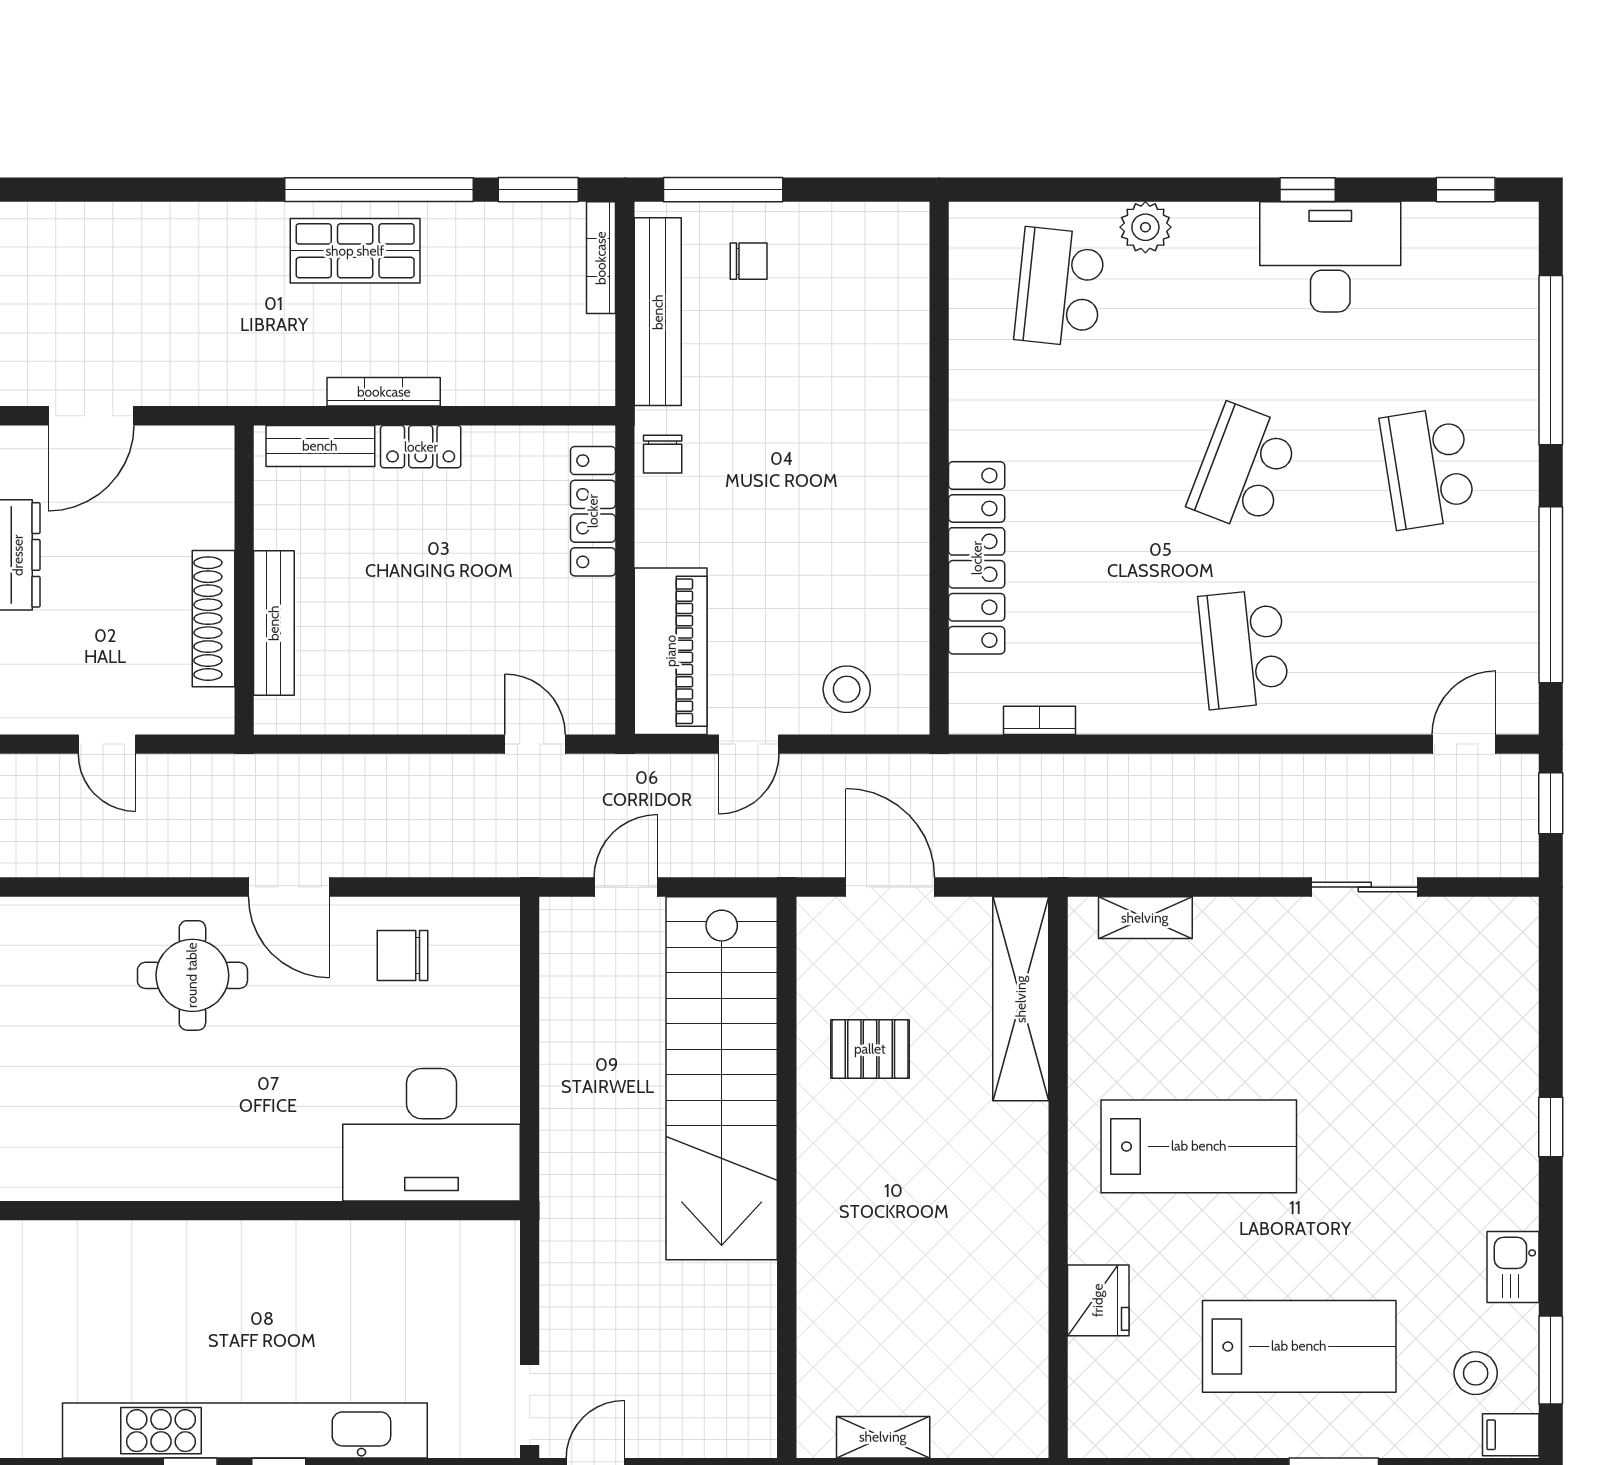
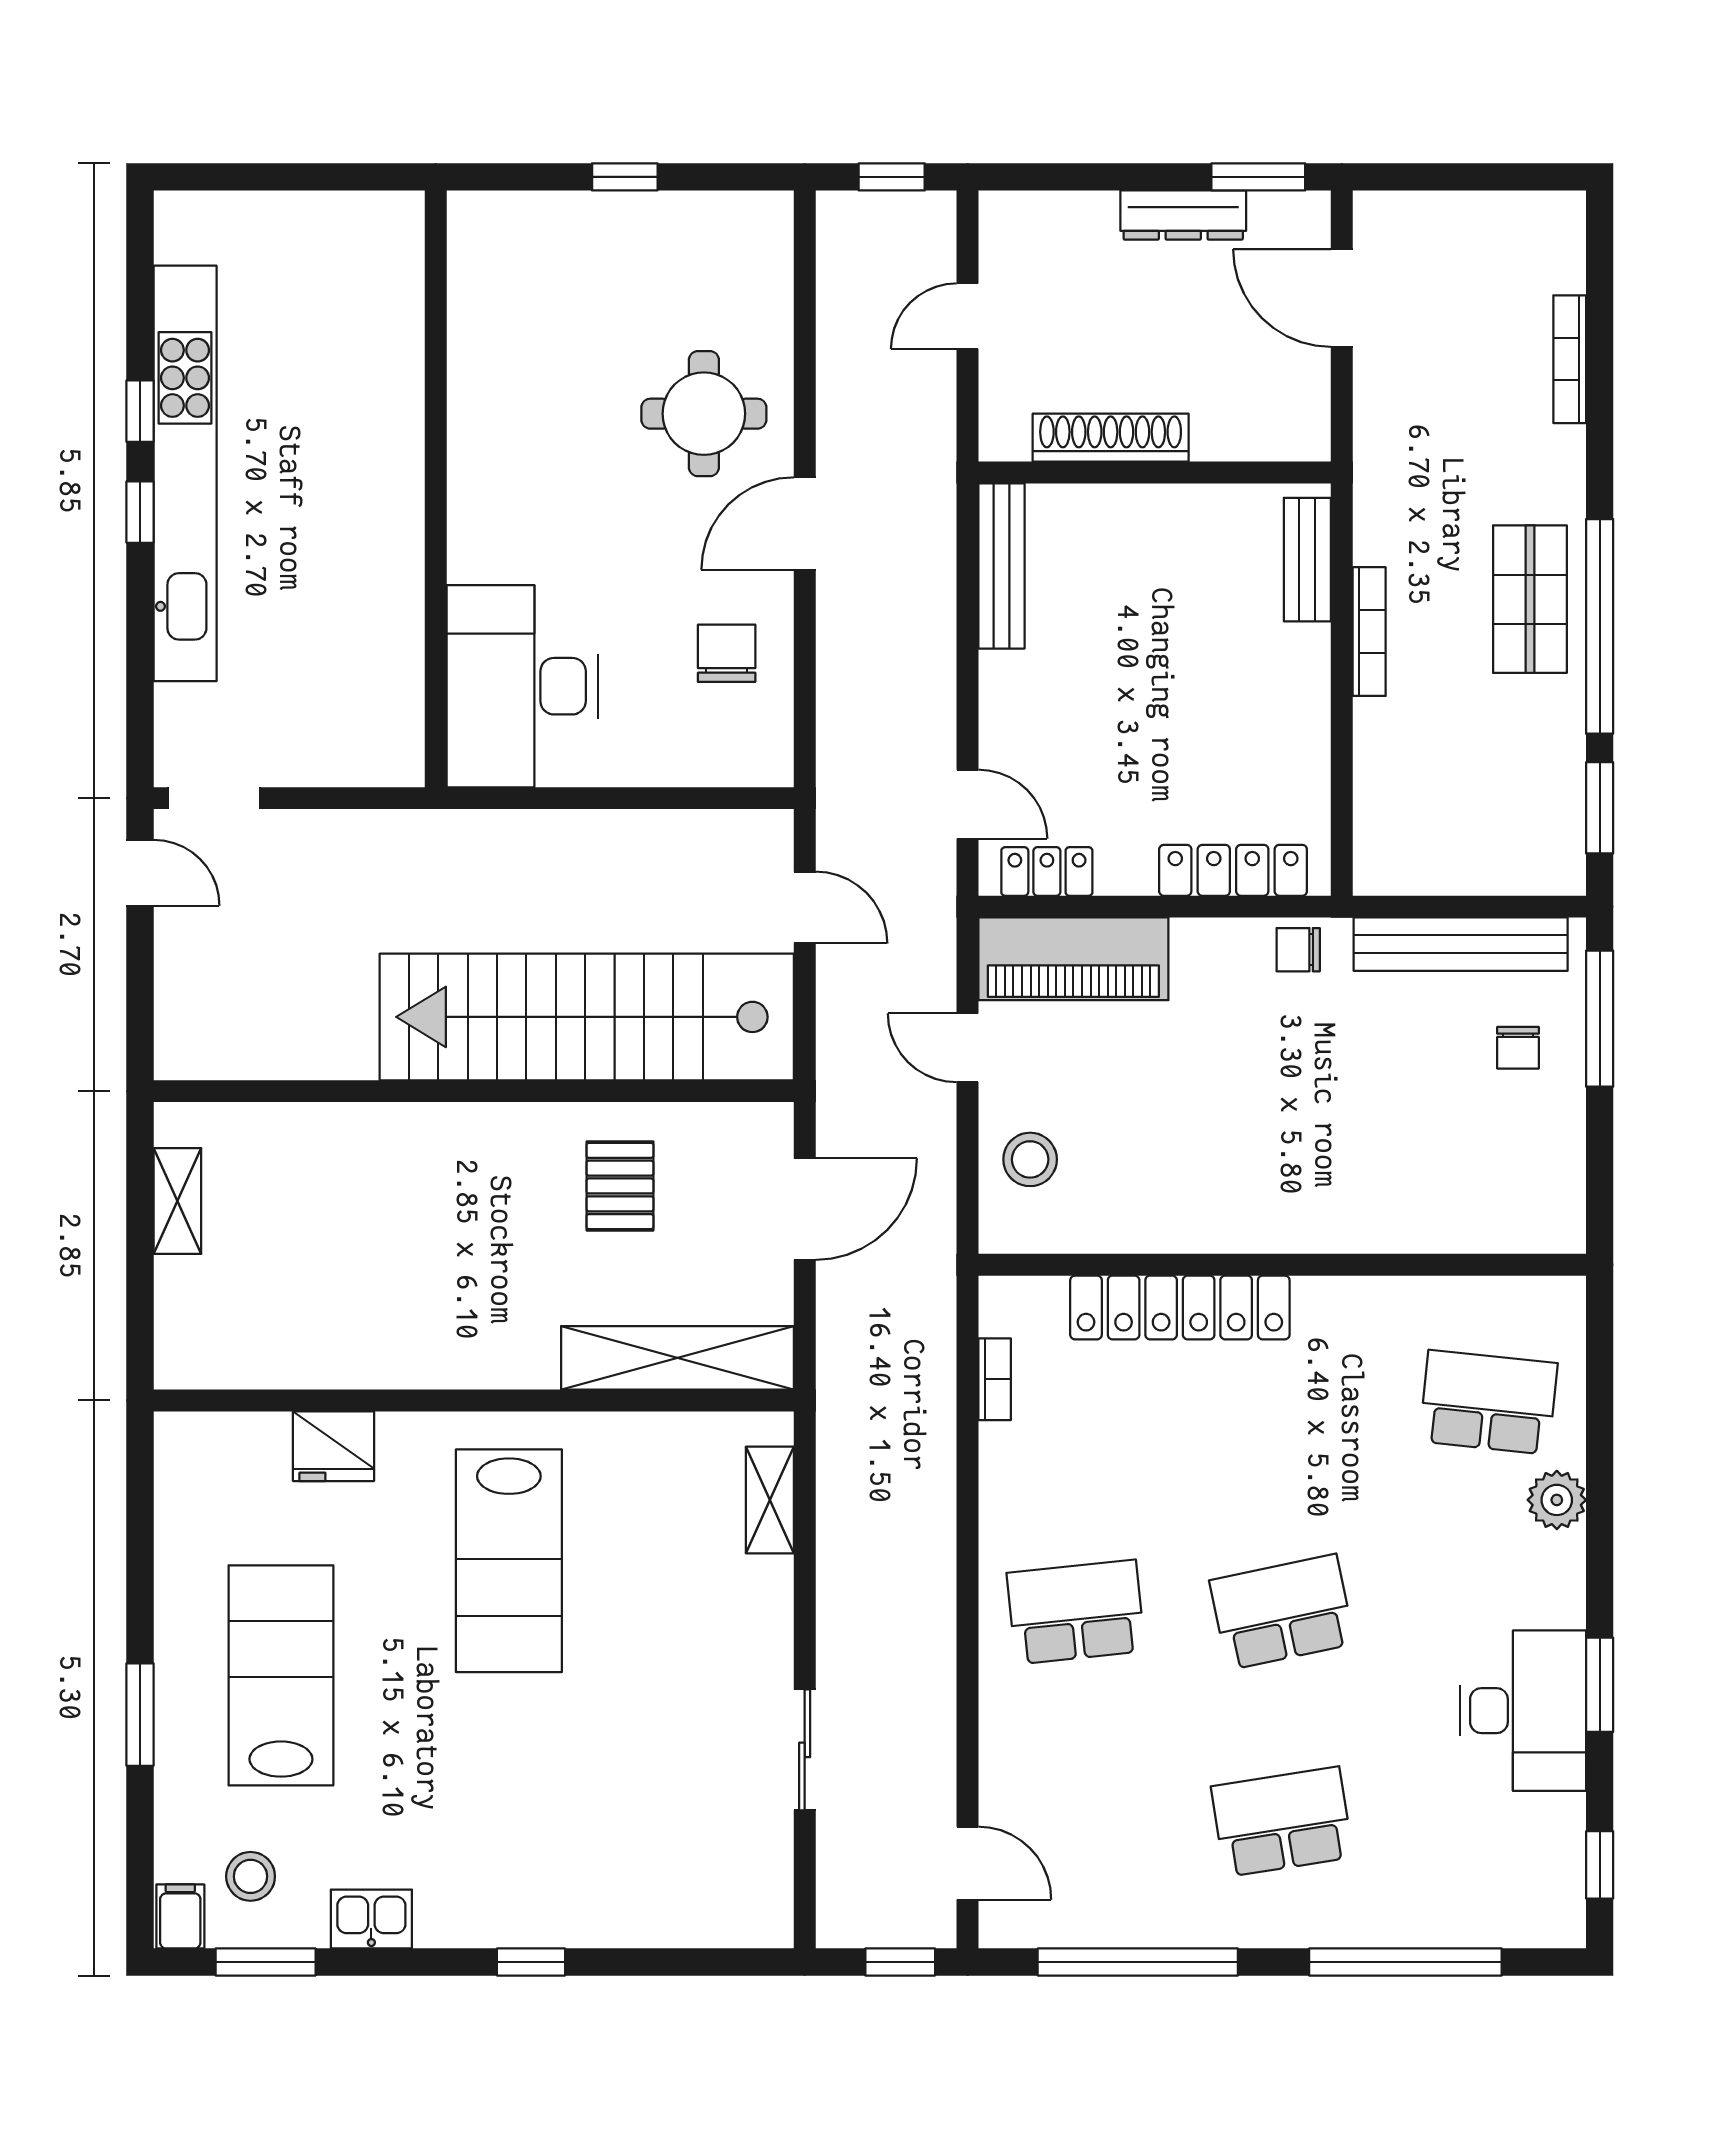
window: (1308, 190) -> (1600, 1685), width x1.50
bookcase: (601, 258) -> (1570, 359), moved, turned -90
locker: (421, 447) -> (1047, 871), moved, turned 90
school desk: (1244, 468) -> (1282, 1612), turned -33
bench: (274, 623) -> (1001, 566), moved, turned 90
door: (535, 744) -> (967, 804), hinge flipped
lab bench: (1299, 1346) -> (281, 1675), turned 180

